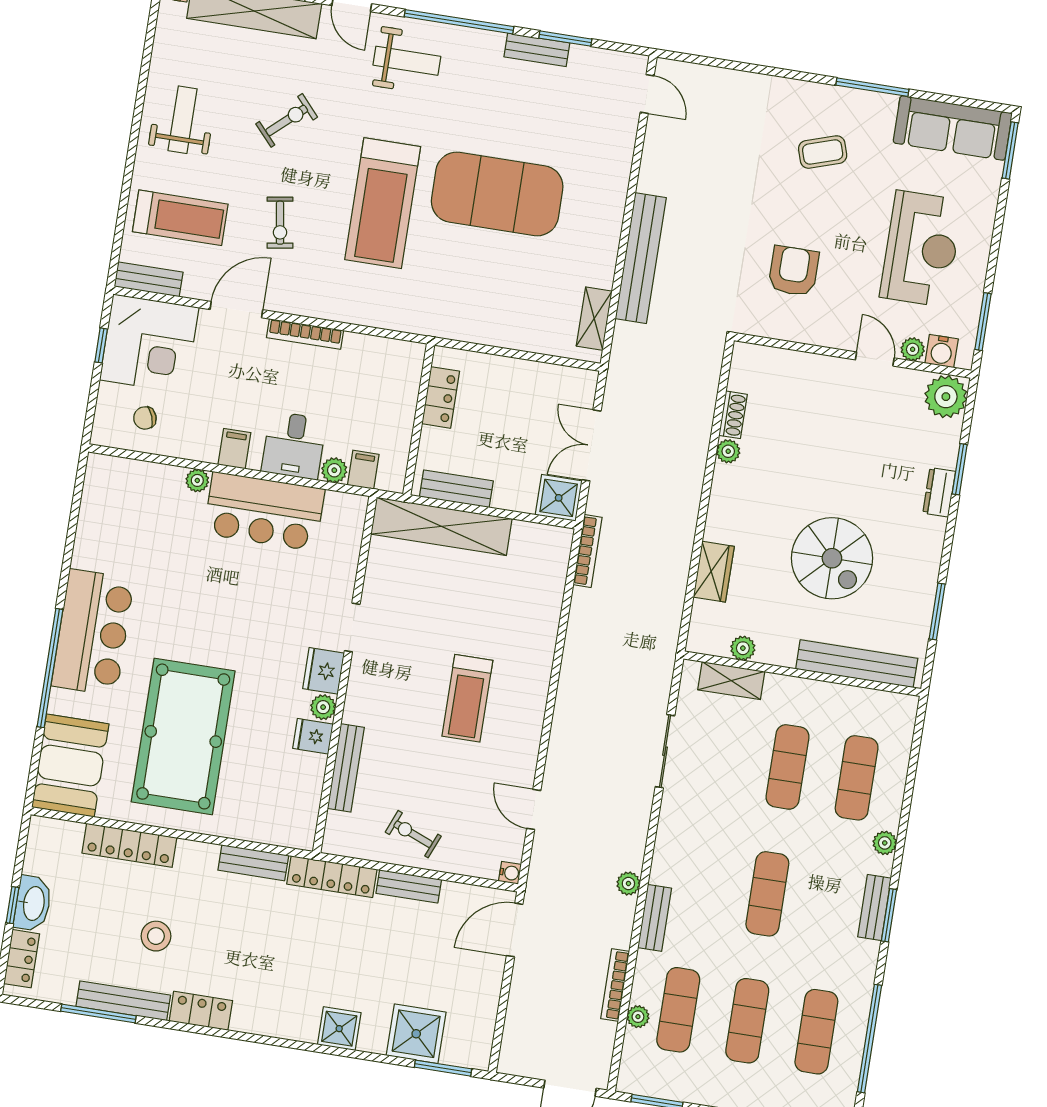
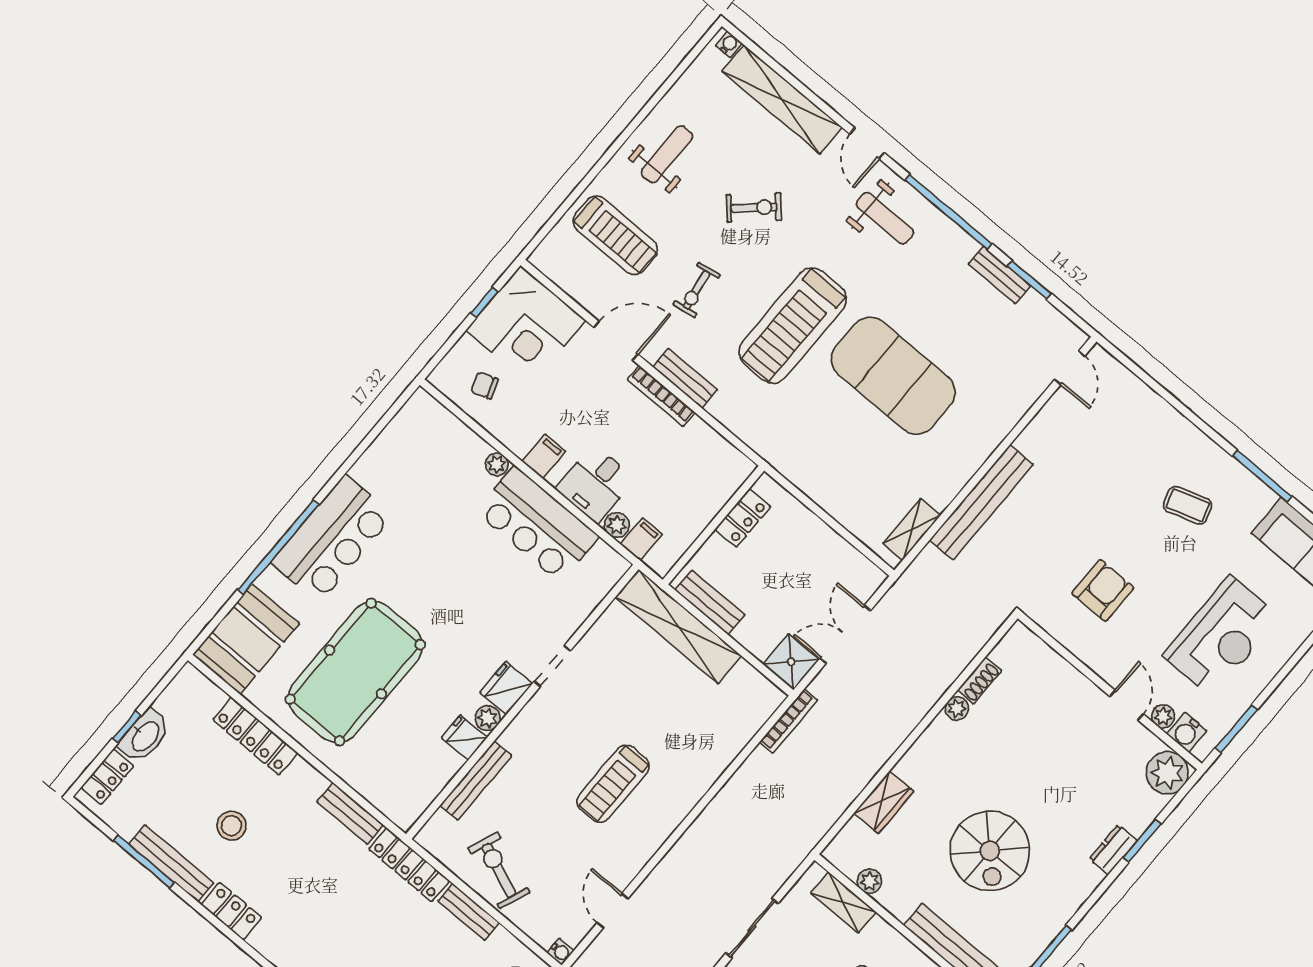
bench: (149, 279) -> (685, 378), moved
exercise bike: (413, 834) -> (499, 870), width x1.38, depth x1.39

